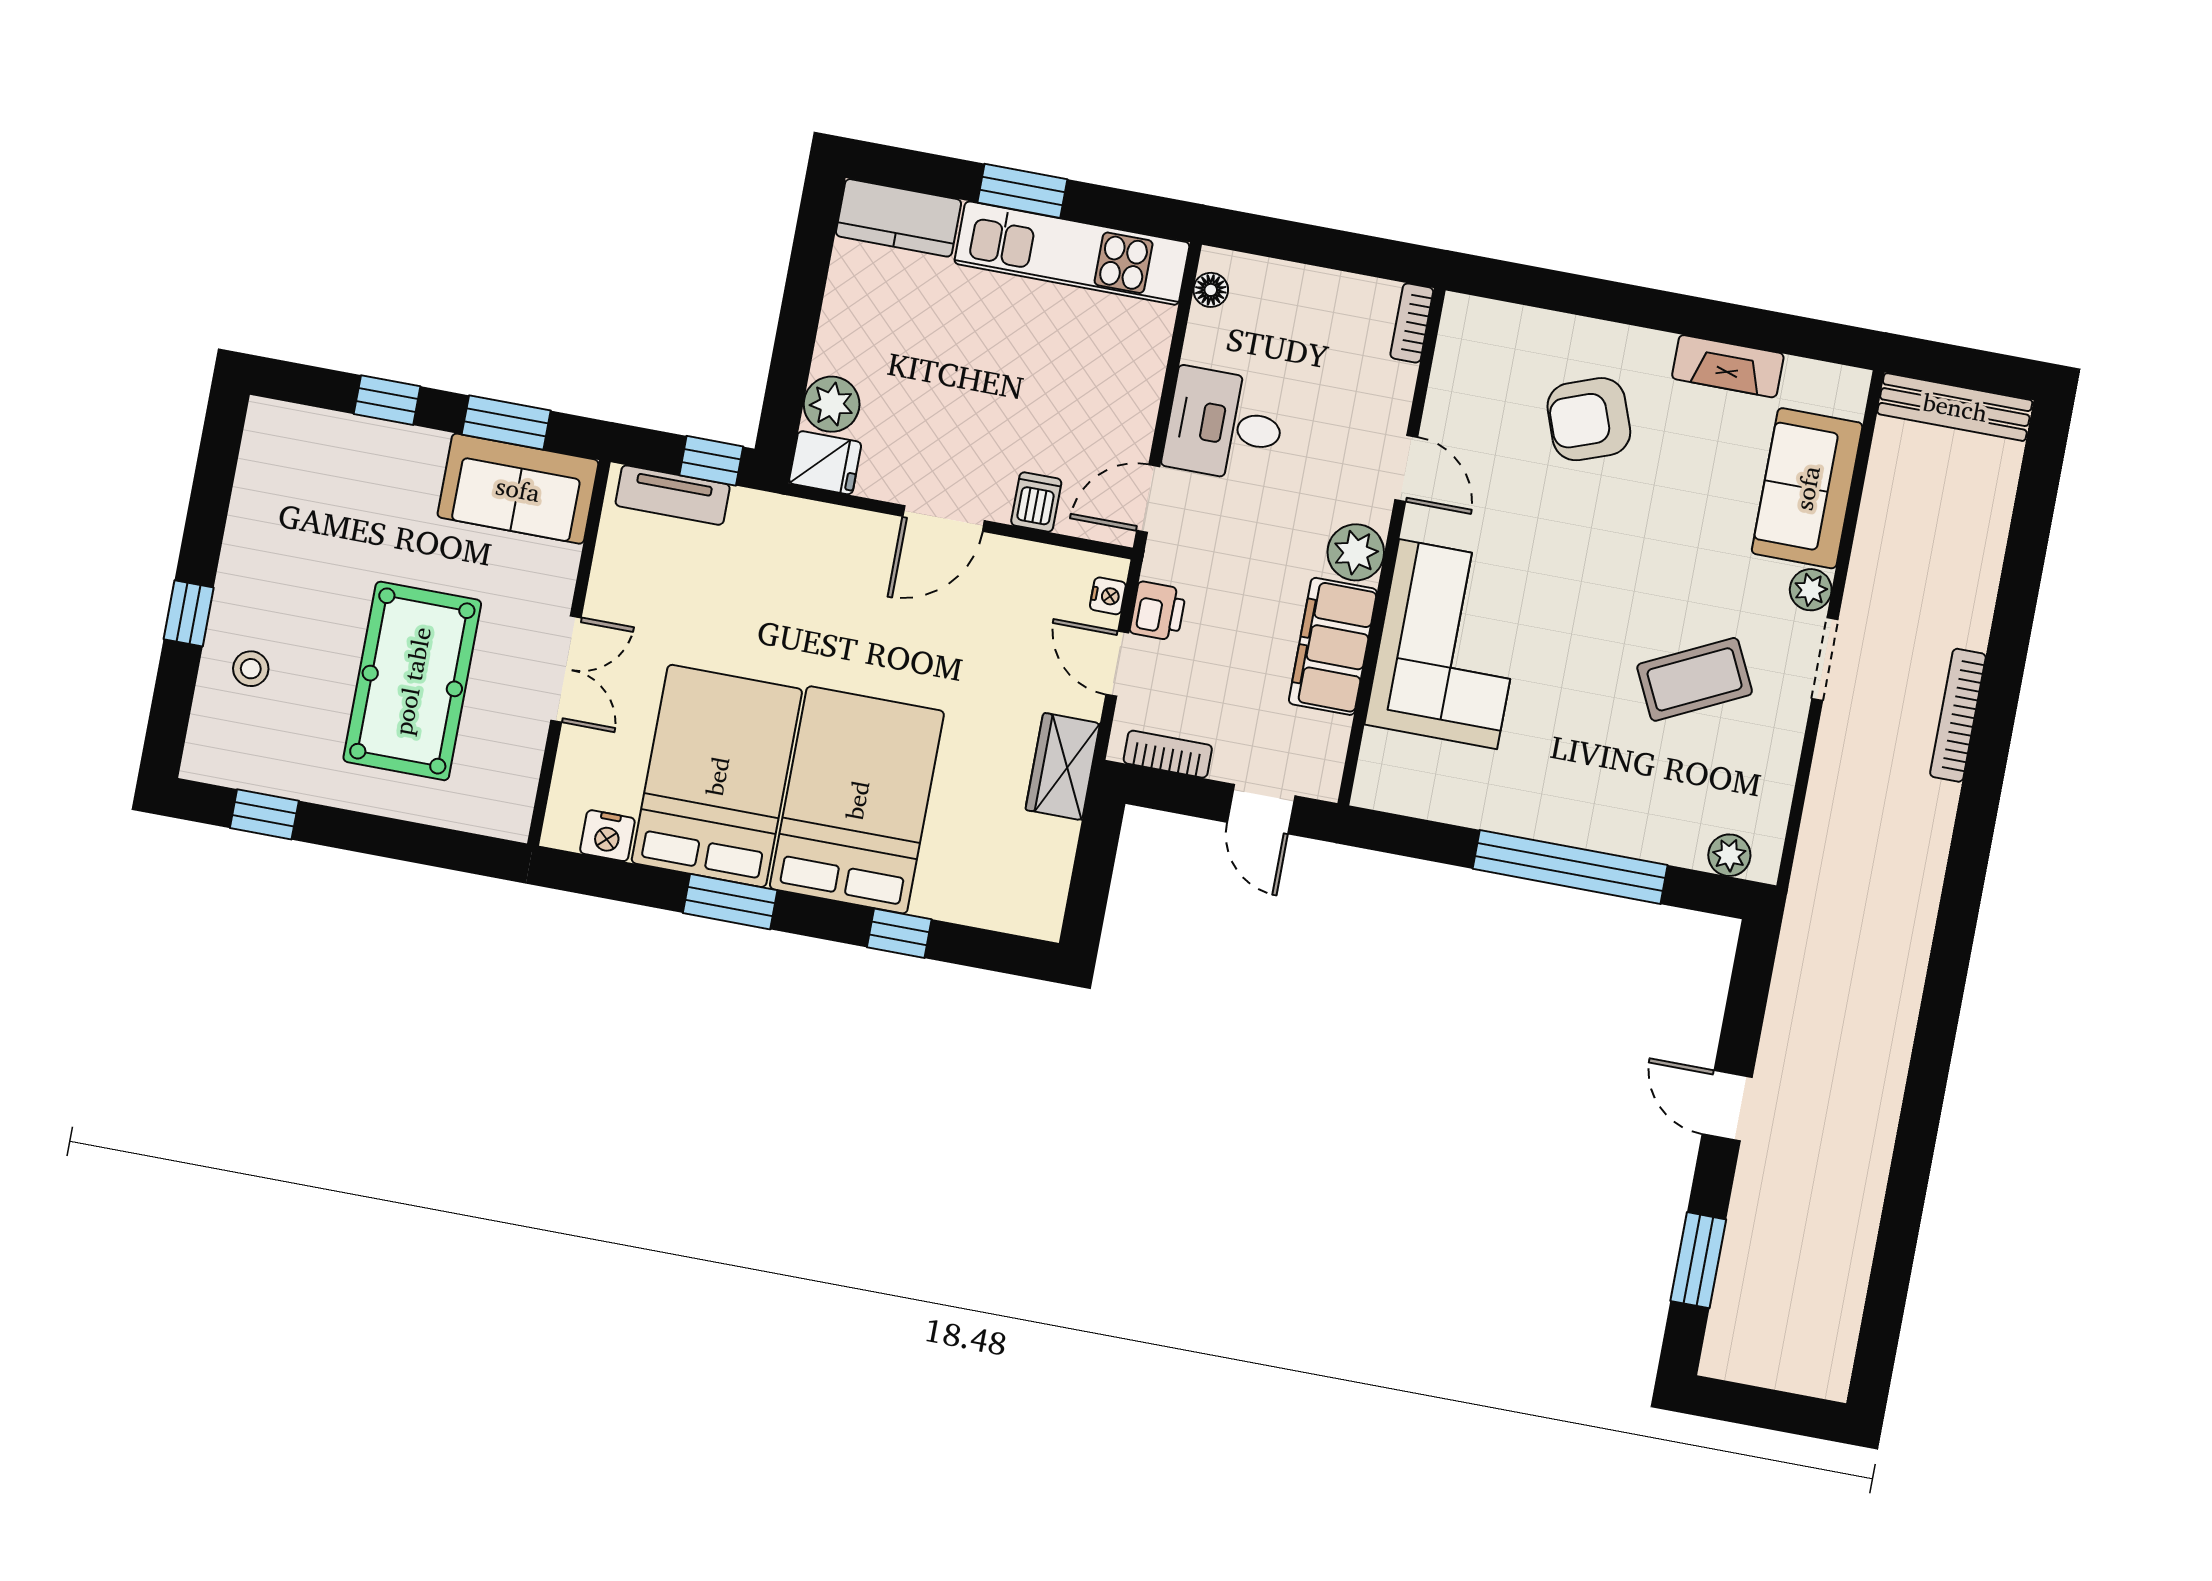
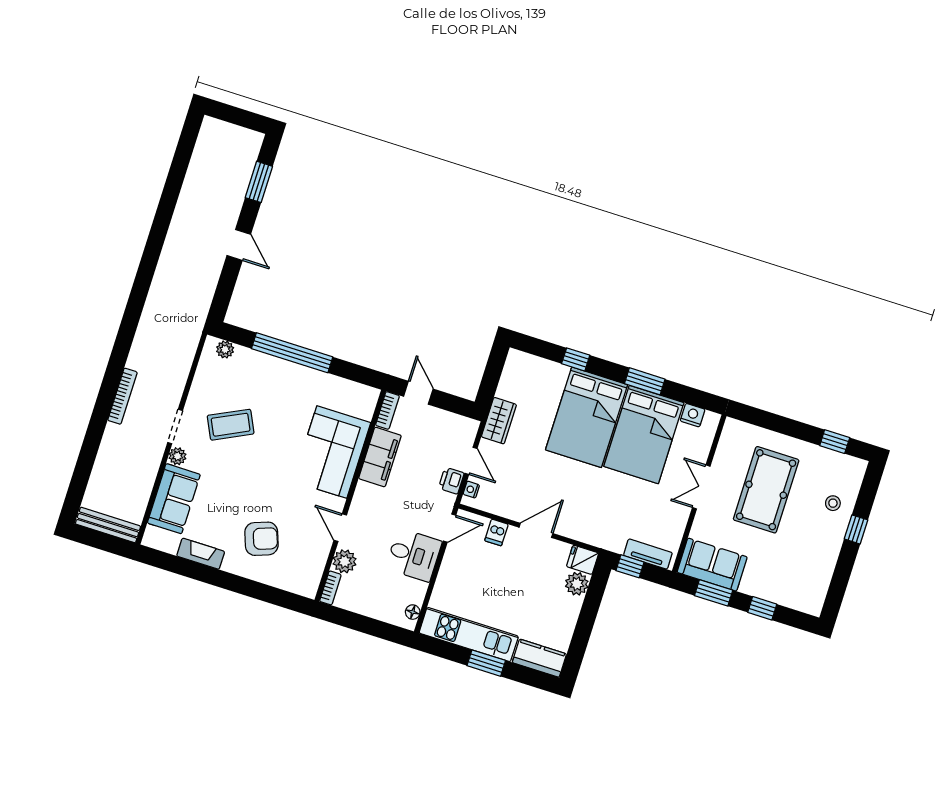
plant: (1356, 552) -> (345, 561), moved
bookcase: (1168, 754) -> (387, 410), moved, turned -90

